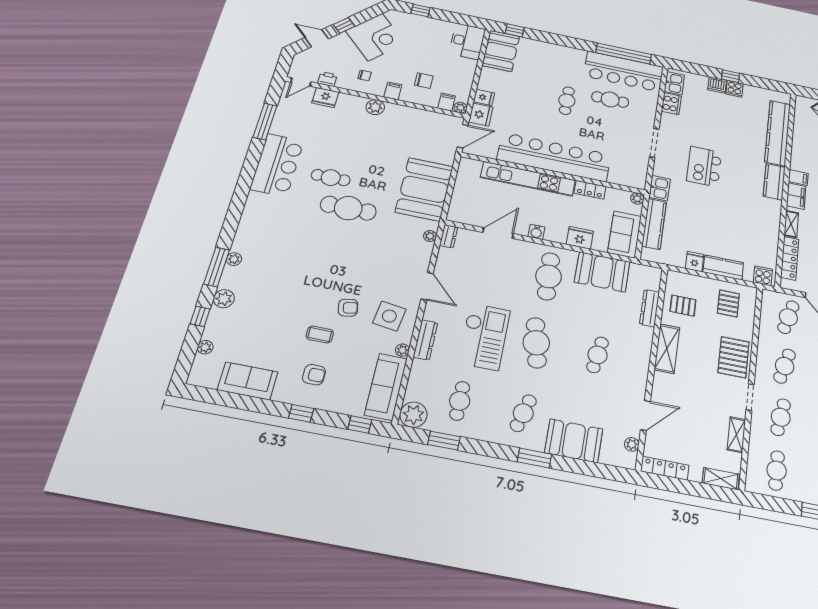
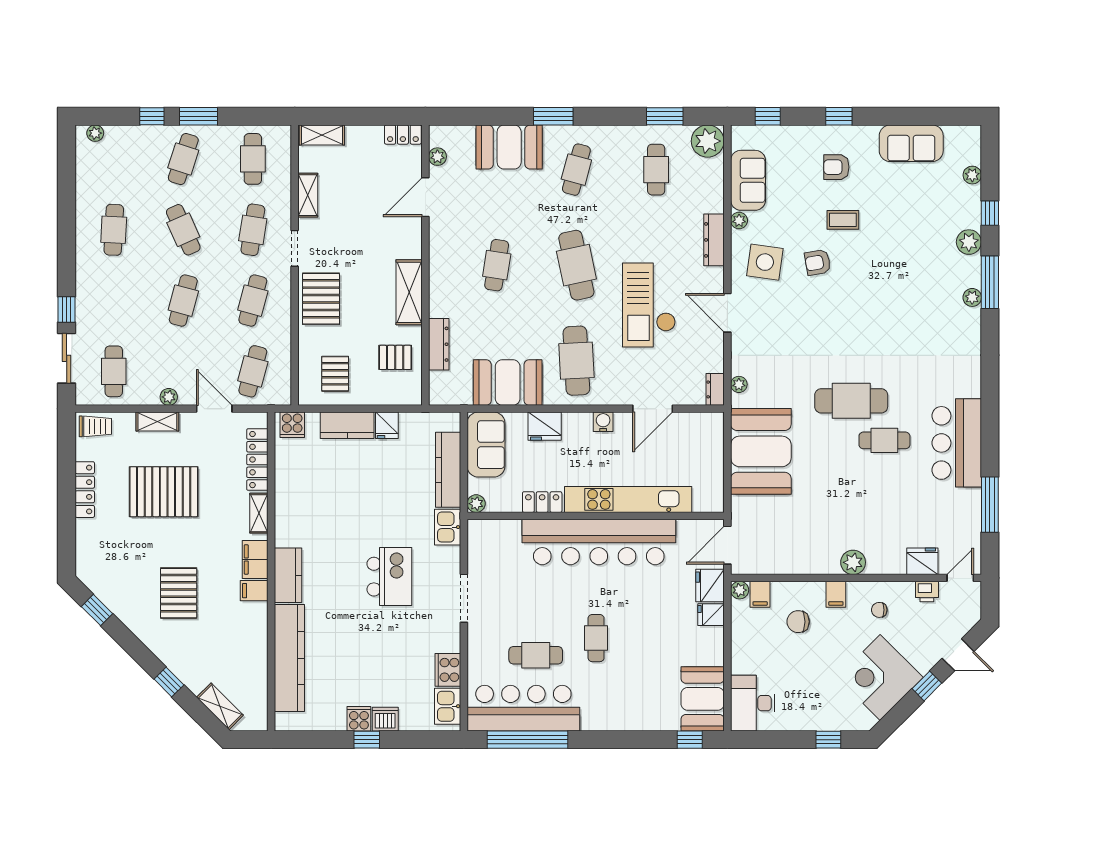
checkout: (484, 337) -> (649, 305), moved
sofa: (386, 387) -> (748, 180), width x0.73
locker: (665, 468) -> (403, 135), width x0.66

